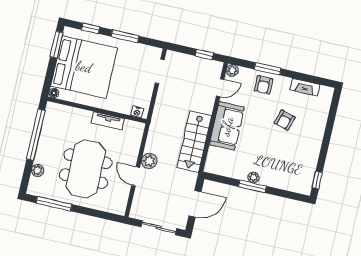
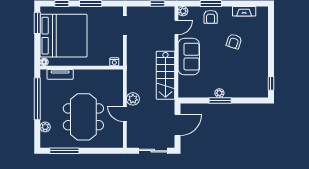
tv unit: (108, 121) -> (60, 74), moved

